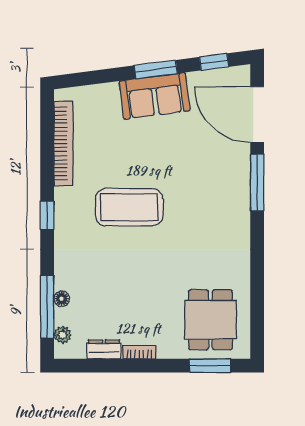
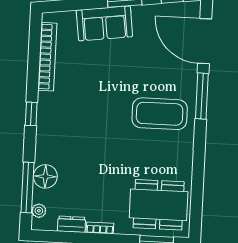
sofa: (155, 96) -> (104, 23), moved
coffee table: (129, 207) -> (160, 114), moved
floor lamp: (62, 299) -> (45, 176), width x1.89, depth x1.89
dining table: (210, 320) -> (159, 205), width x1.38

